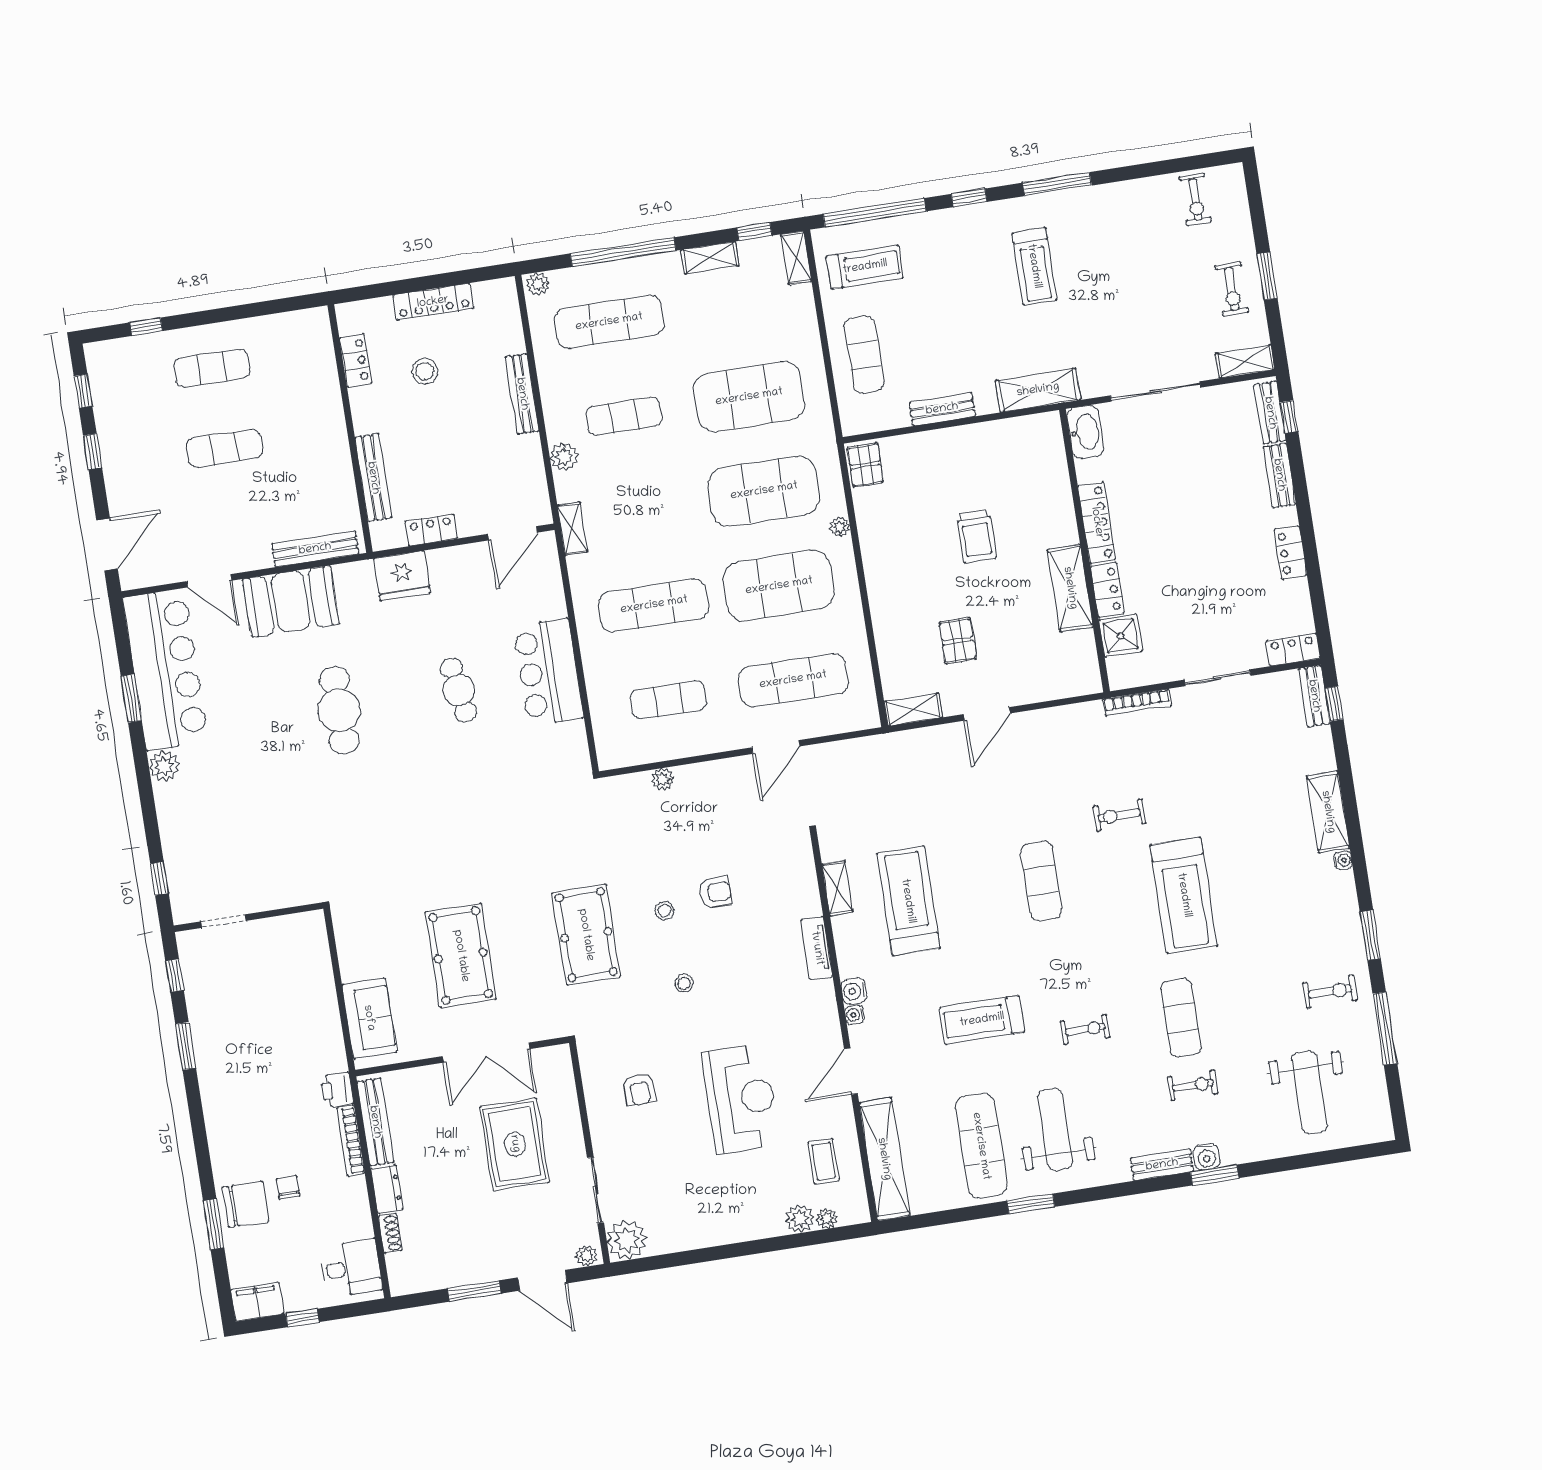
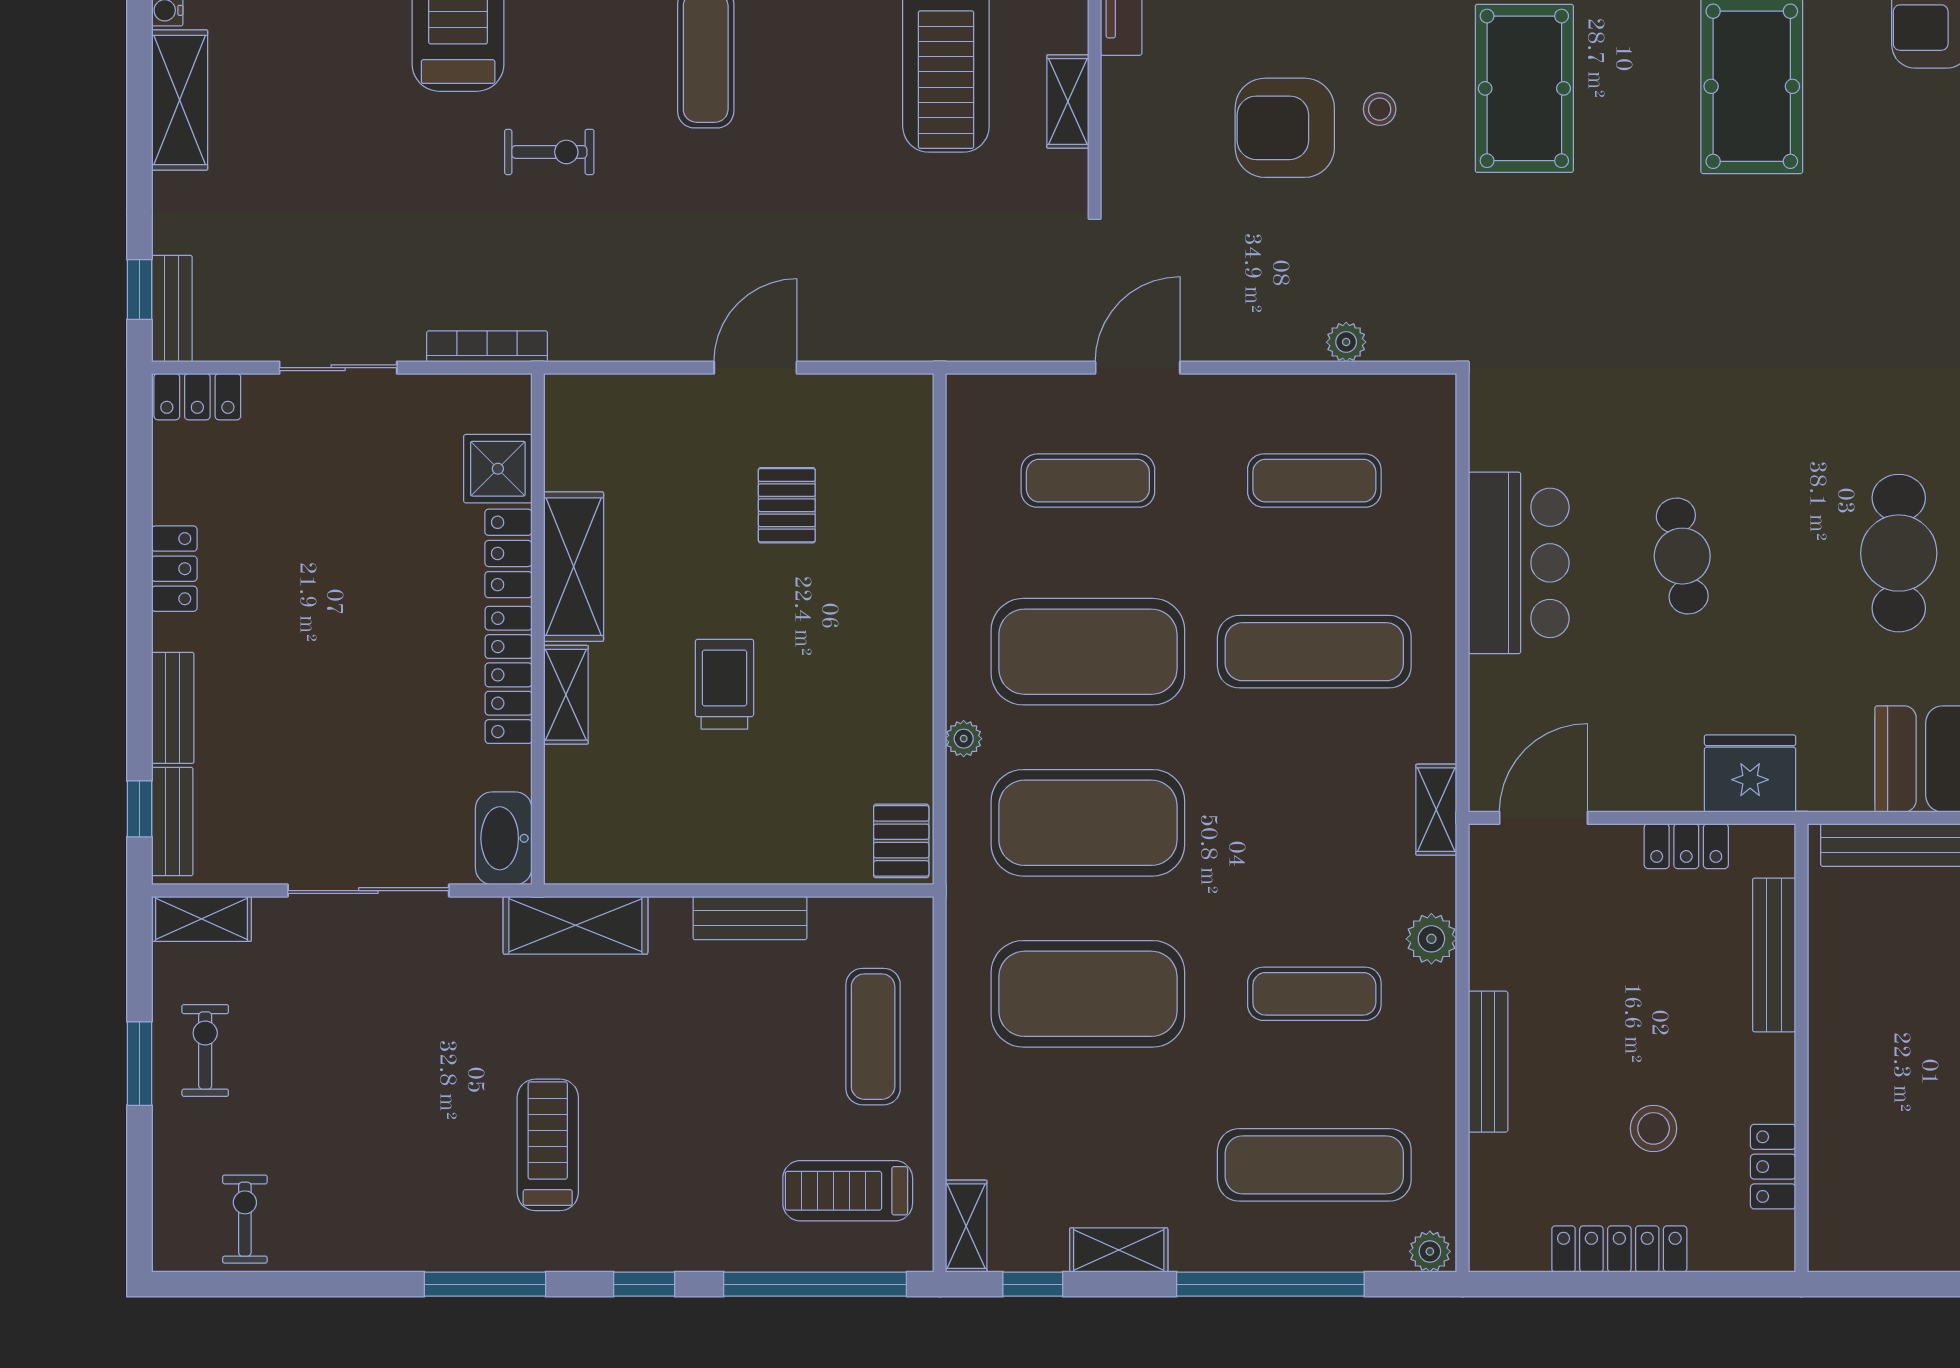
exercise mat: (793, 680) -> (1088, 481), width x0.73, depth x0.69
shelving: (913, 710) -> (566, 695), moved, turned 90
armchair: (715, 892) -> (1285, 128), width x1.88, depth x1.88

